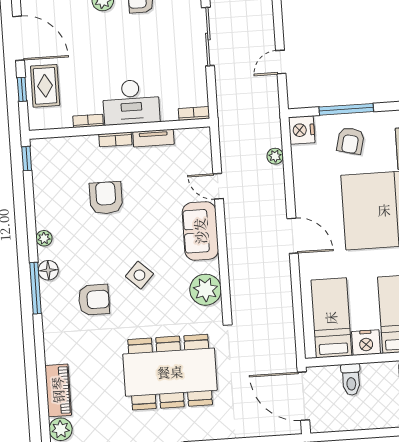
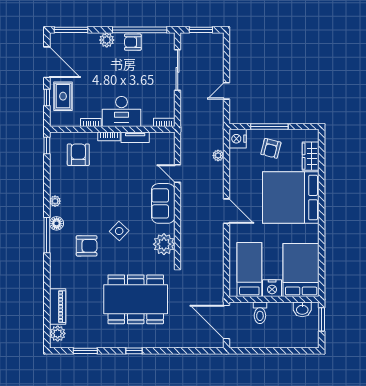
armchair: (106, 198) -> (78, 155), moved

